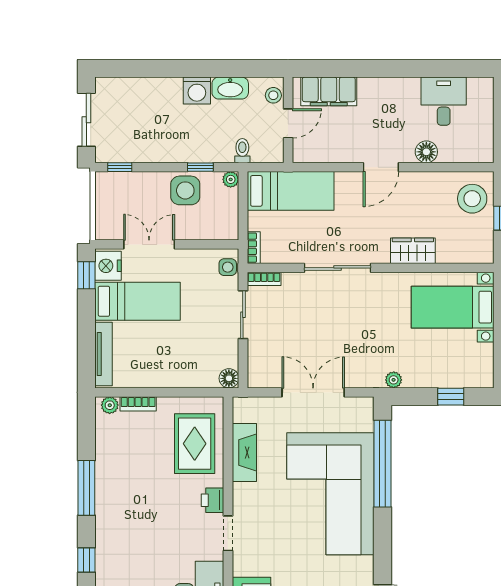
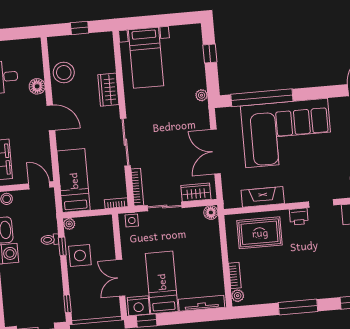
door: (288, 123) -> (39, 185), moved
toilet: (242, 151) -> (50, 240), moved
stool: (472, 199) -> (64, 73), moved
bookcase: (264, 279) -> (137, 187), width x1.56
wardrobe: (259, 360) -> (196, 192), added

